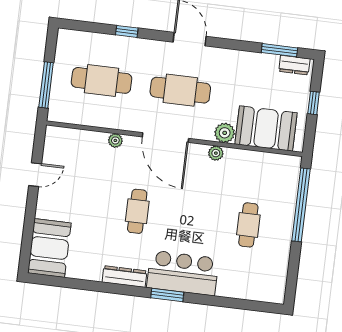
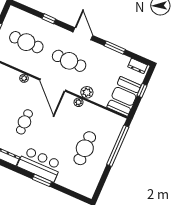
window: (279, 50) -> (115, 48), moved
booth: (266, 128) -> (124, 96), moved, turned 90
cafe table: (248, 225) -> (85, 148), width x1.37, depth x1.35
window: (167, 295) -> (42, 180), moved

